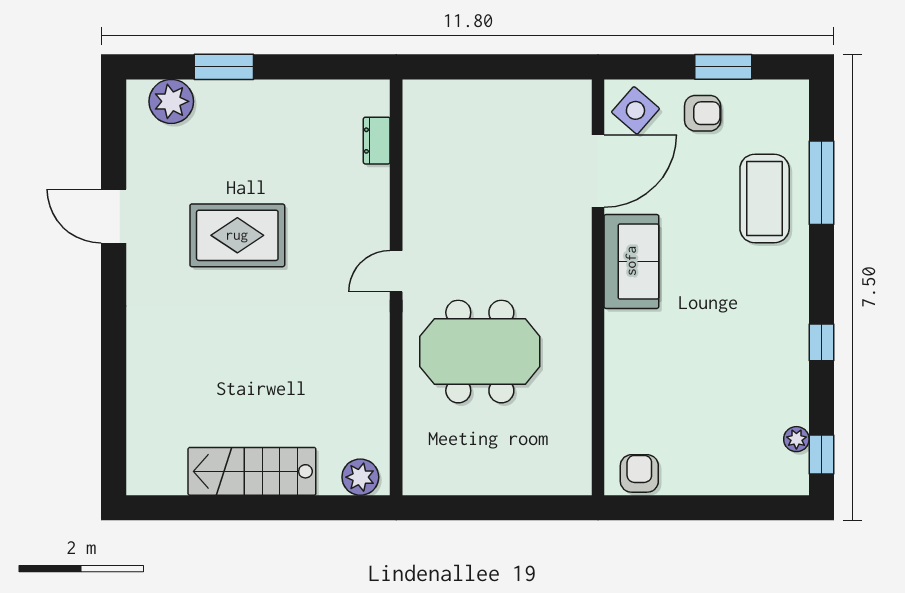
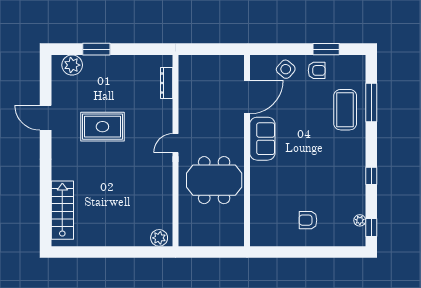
dresser: (377, 141) -> (167, 83), width x1.44
door: (598, 171) -> (247, 97), moved
sofa: (631, 261) -> (262, 139), moved
wall: (598, 287) -> (247, 151), moved
stairs: (252, 471) -> (62, 210), moved, turned 90
armchair: (639, 473) -> (308, 220), moved, turned -90

